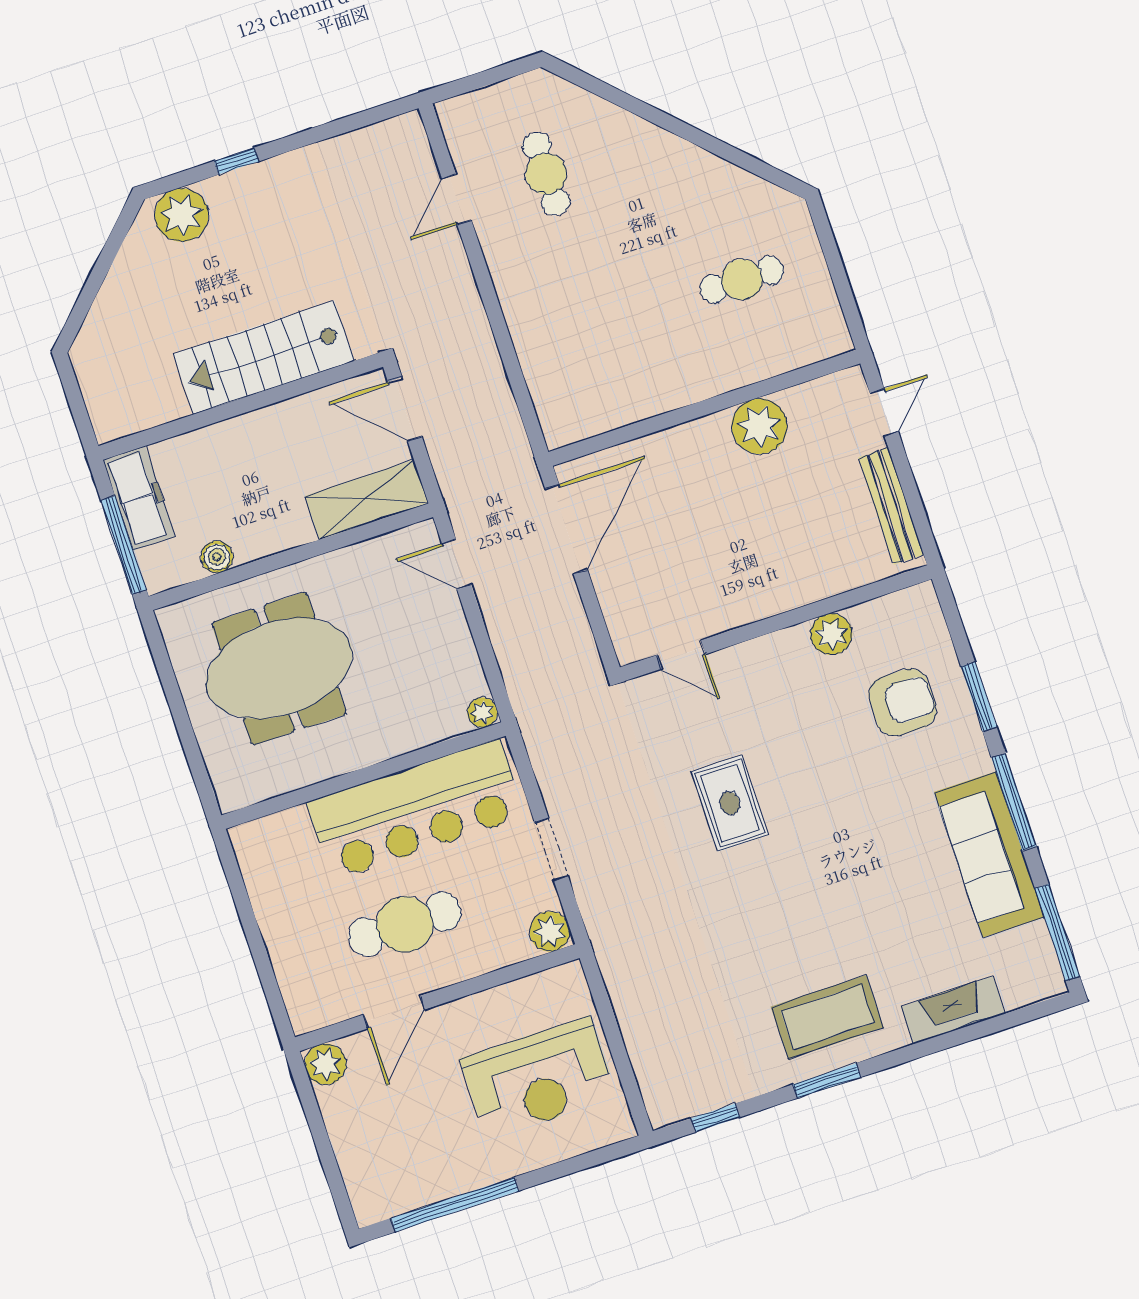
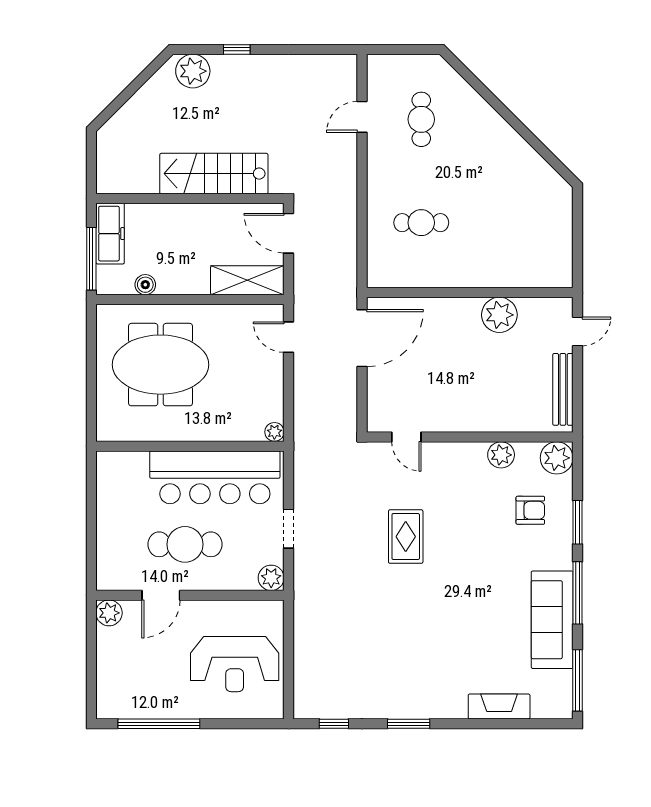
cafe table: (742, 280) -> (421, 223), moved
plant: (916, 611) -> (557, 458), added
armchair: (903, 702) -> (530, 510), width x0.72, depth x0.72
coffee table: (827, 1017) -> (422, 685), removed

